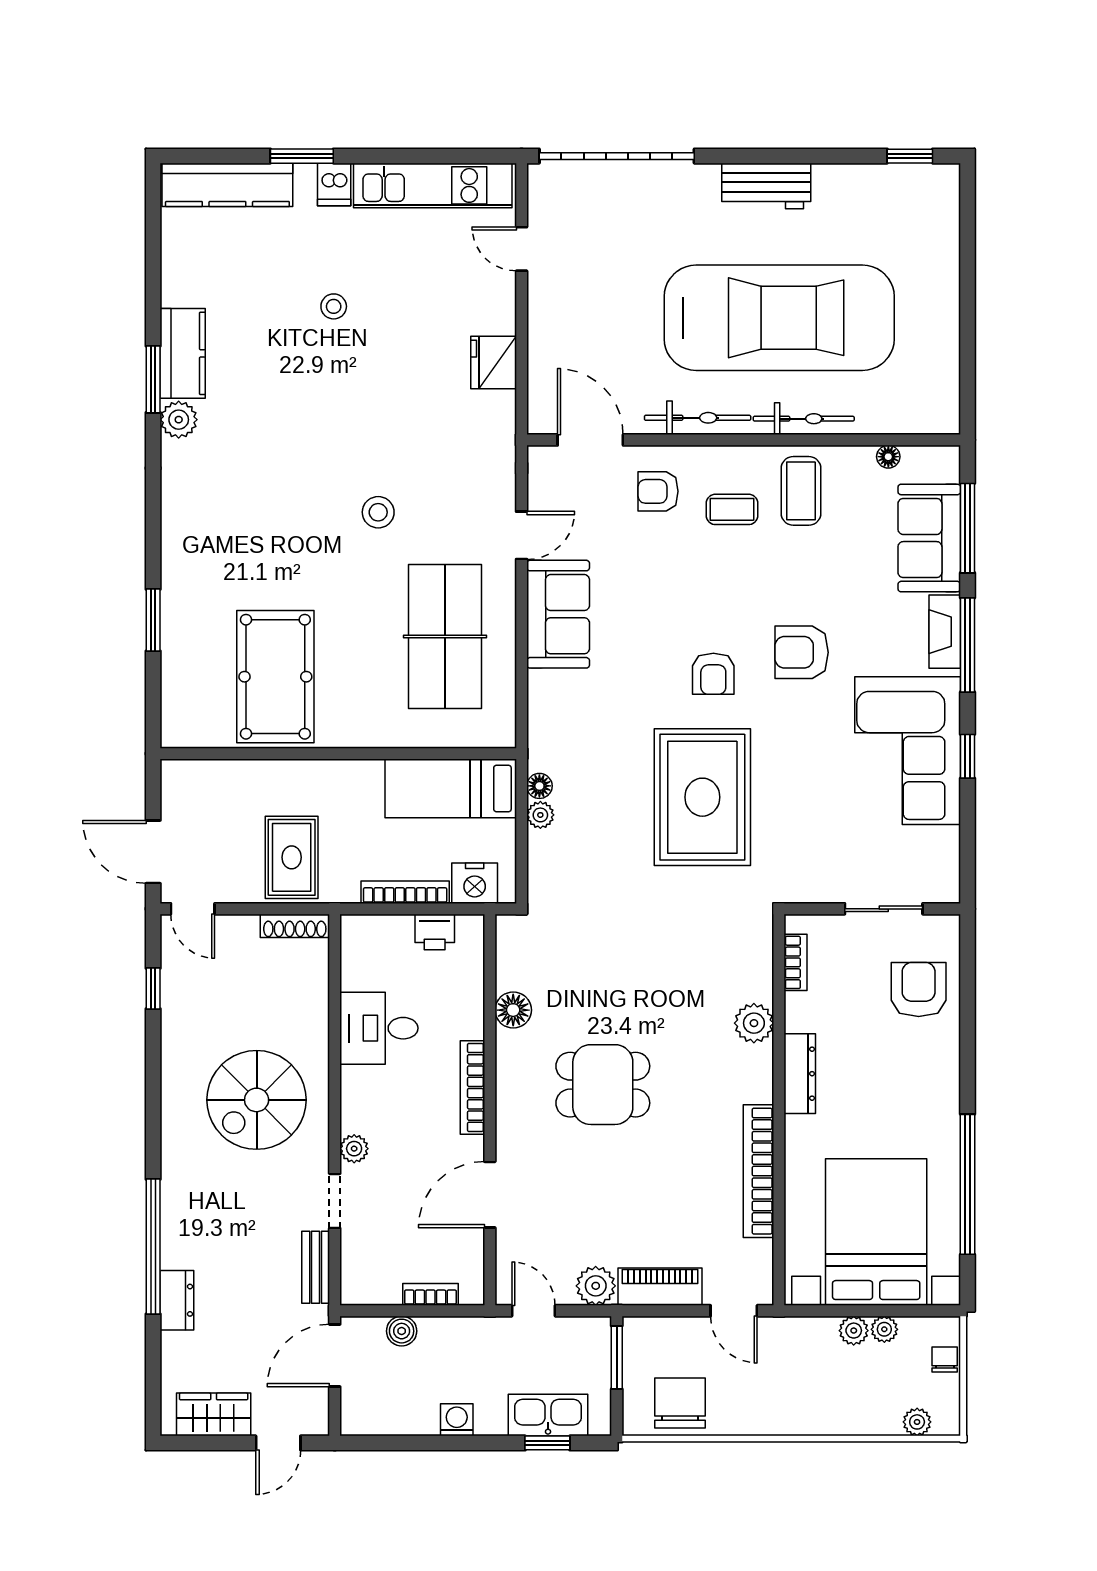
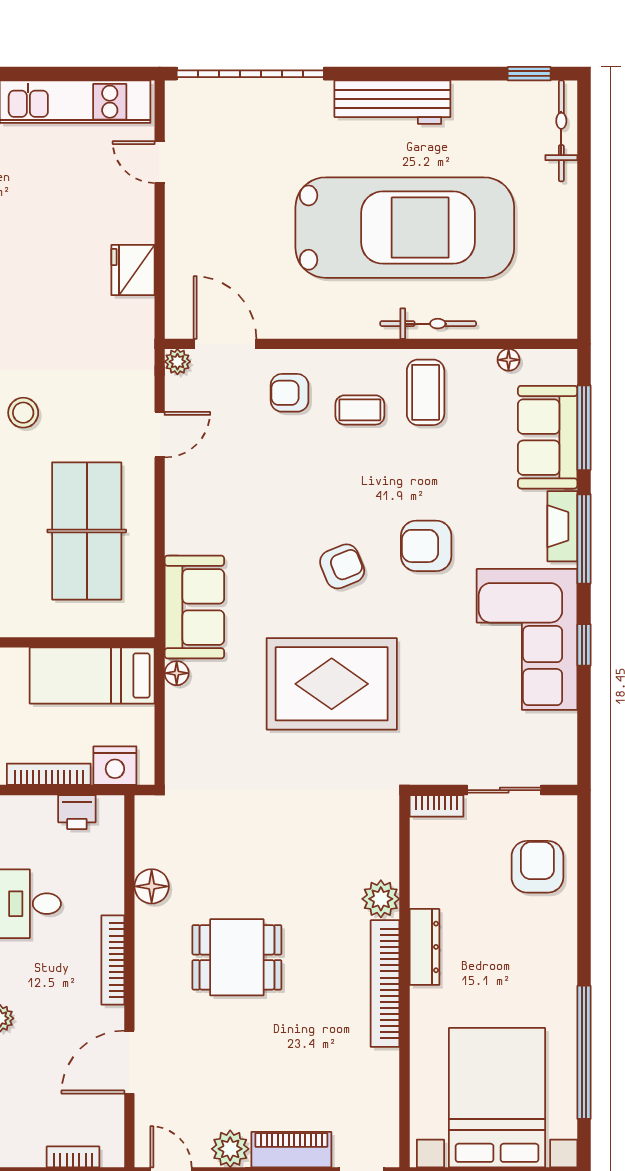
workbench: (766, 186) -> (392, 102), width x1.38
bicycle: (698, 418) -> (561, 131), moved, turned -90
sofa: (558, 614) -> (194, 607), moved
armchair: (713, 674) -> (342, 566), turned -112
rug: (702, 797) -> (332, 684), turned 90
plant: (540, 815) -> (177, 362), moved
bookcase: (796, 962) -> (436, 806), moved, turned 90
bookcase: (759, 1171) -> (385, 984), moved

